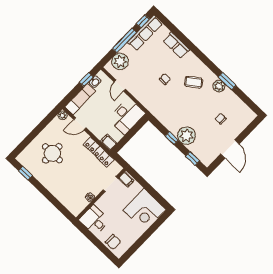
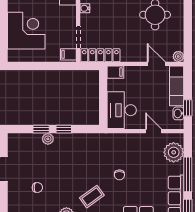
door: (80, 124) -> (156, 64), hinge flipped
plant: (187, 136) -> (48, 139), width x0.53, depth x0.53
locker: (99, 152) -> (100, 55), moved
window: (193, 158) -> (41, 129), moved
corner desk: (144, 210) -> (26, 31), moved, turned 90

